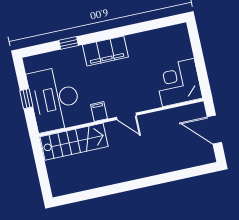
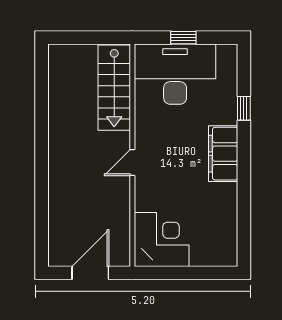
filing cabinet: (99, 112) -> (146, 128), removed

